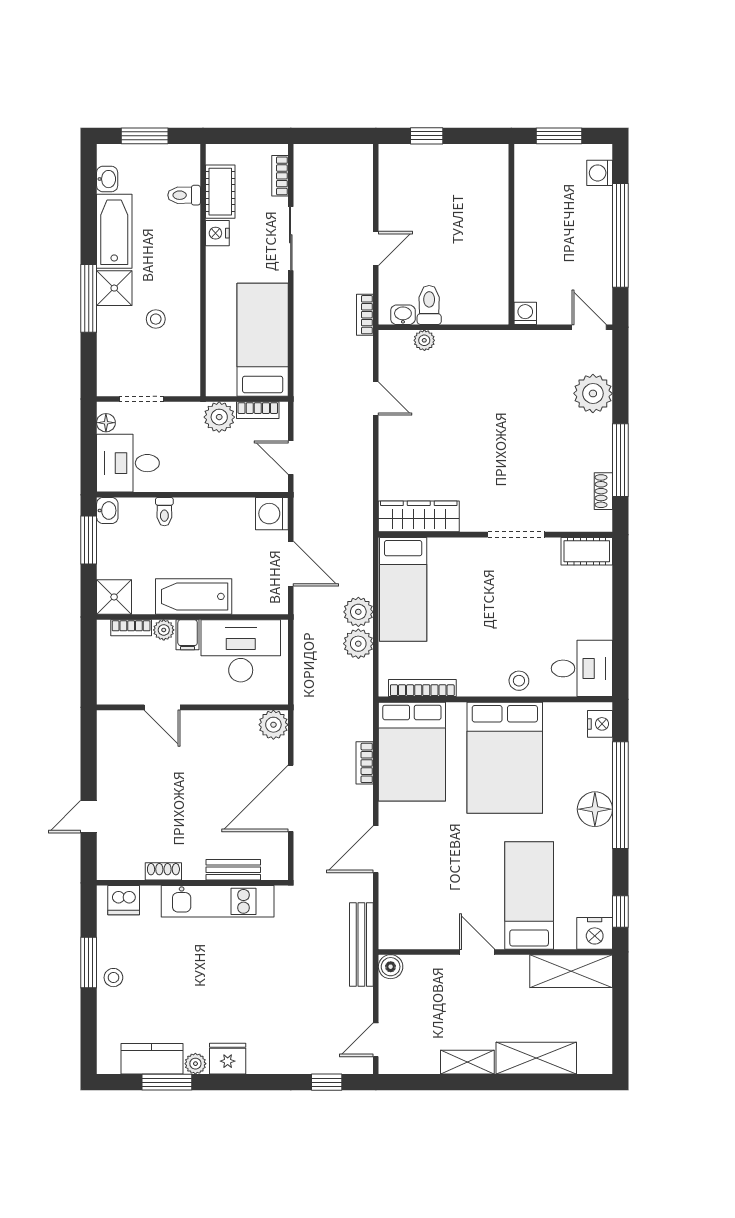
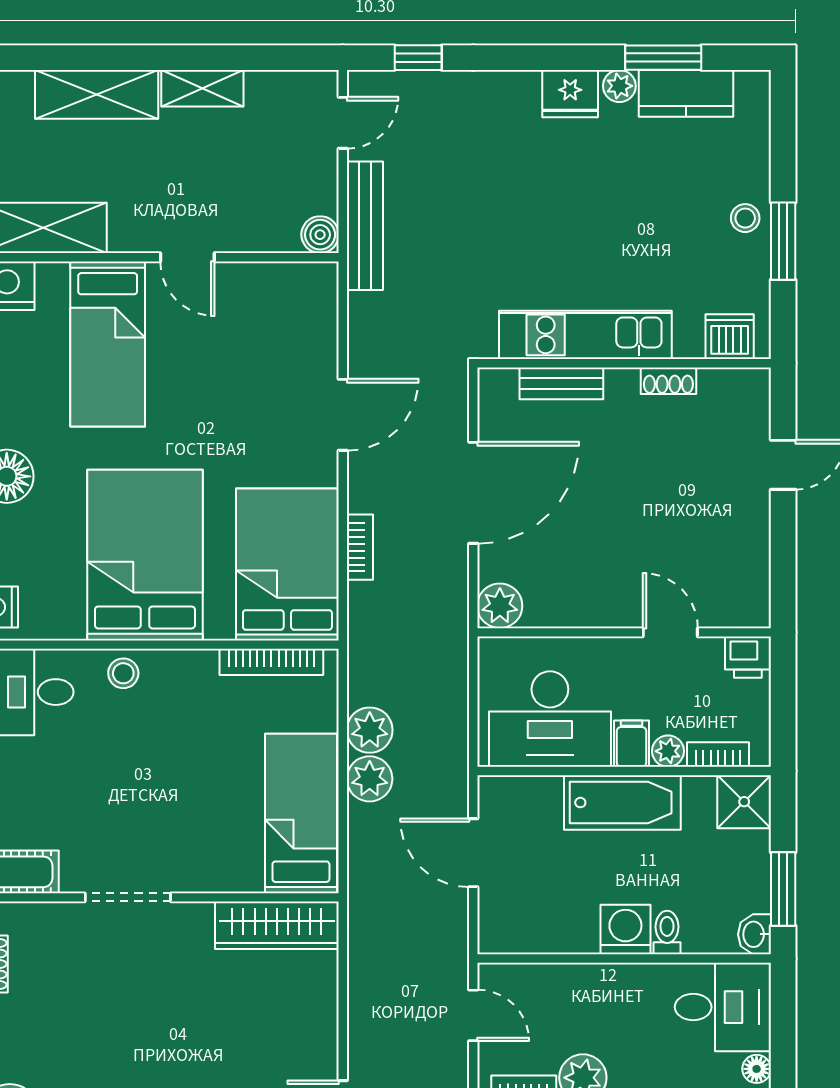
washing machine: (272, 514) -> (625, 930), moved, turned -90
printer: (112, 691) -> (748, 657), added
bench: (361, 945) -> (365, 226), moved

